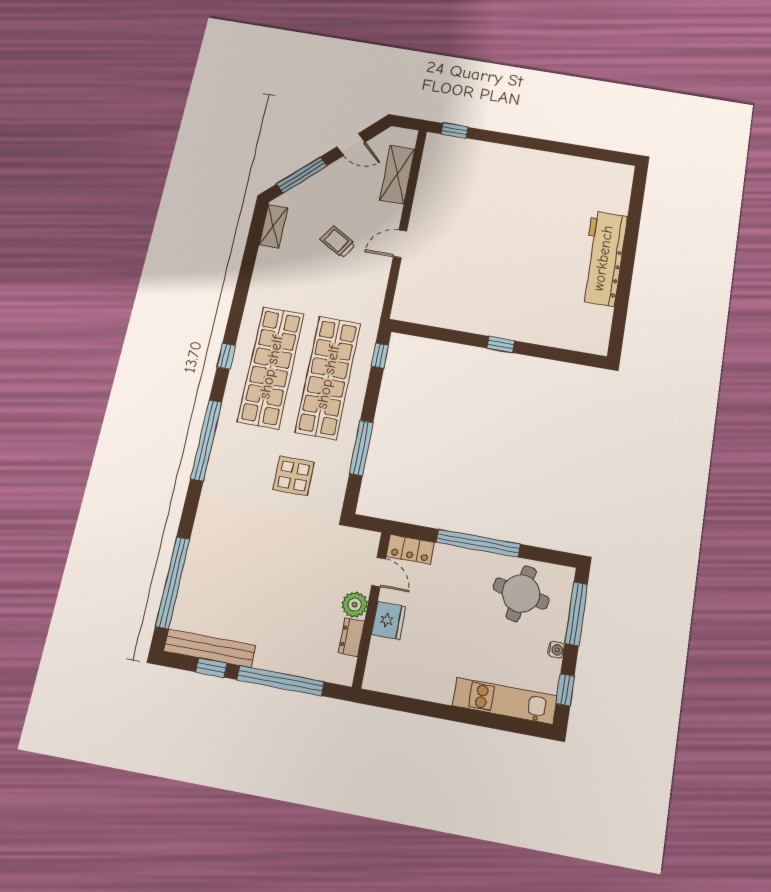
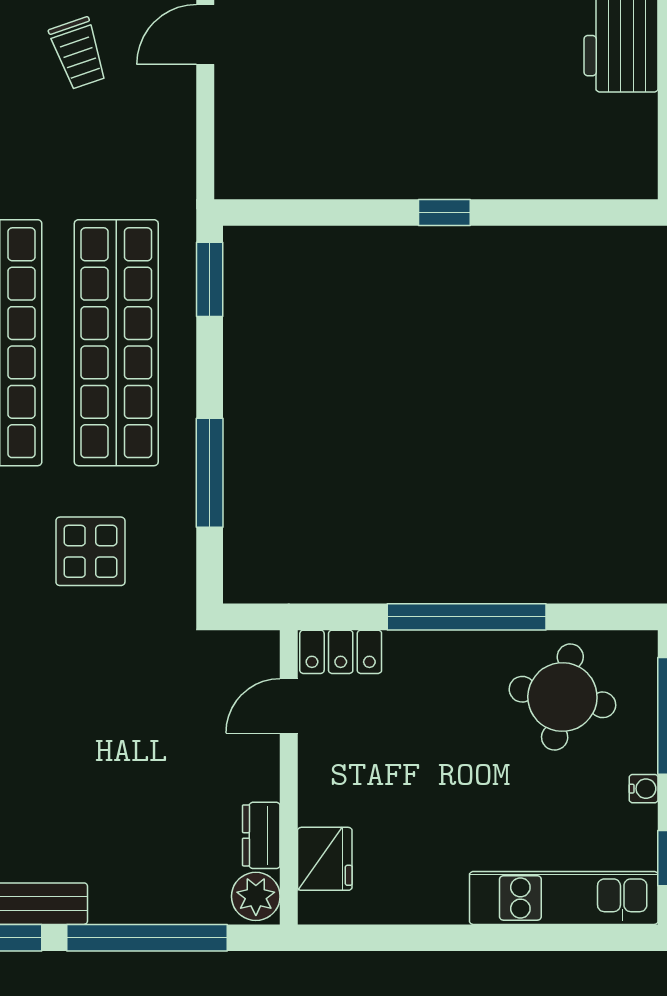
trolley: (338, 242) -> (78, 53), turned -140
window: (380, 356) -> (210, 279), width x1.50
door: (379, 572) -> (289, 706), swing flipped
plant: (355, 605) -> (256, 896), moved
fridge: (389, 621) -> (325, 859), moved

